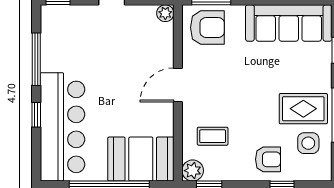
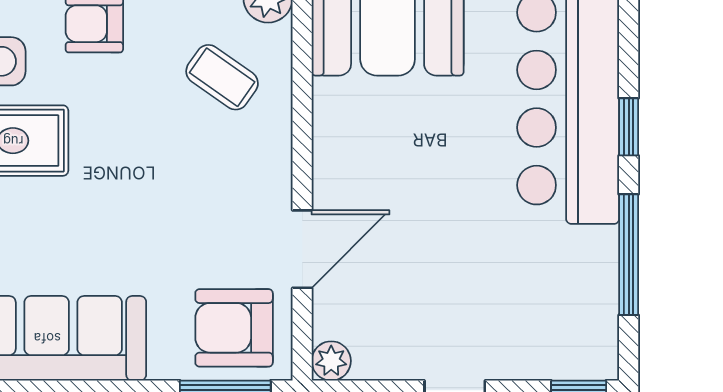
door: (178, 85) -> (302, 249), moved
coffee table: (213, 136) -> (222, 77), turned 35

